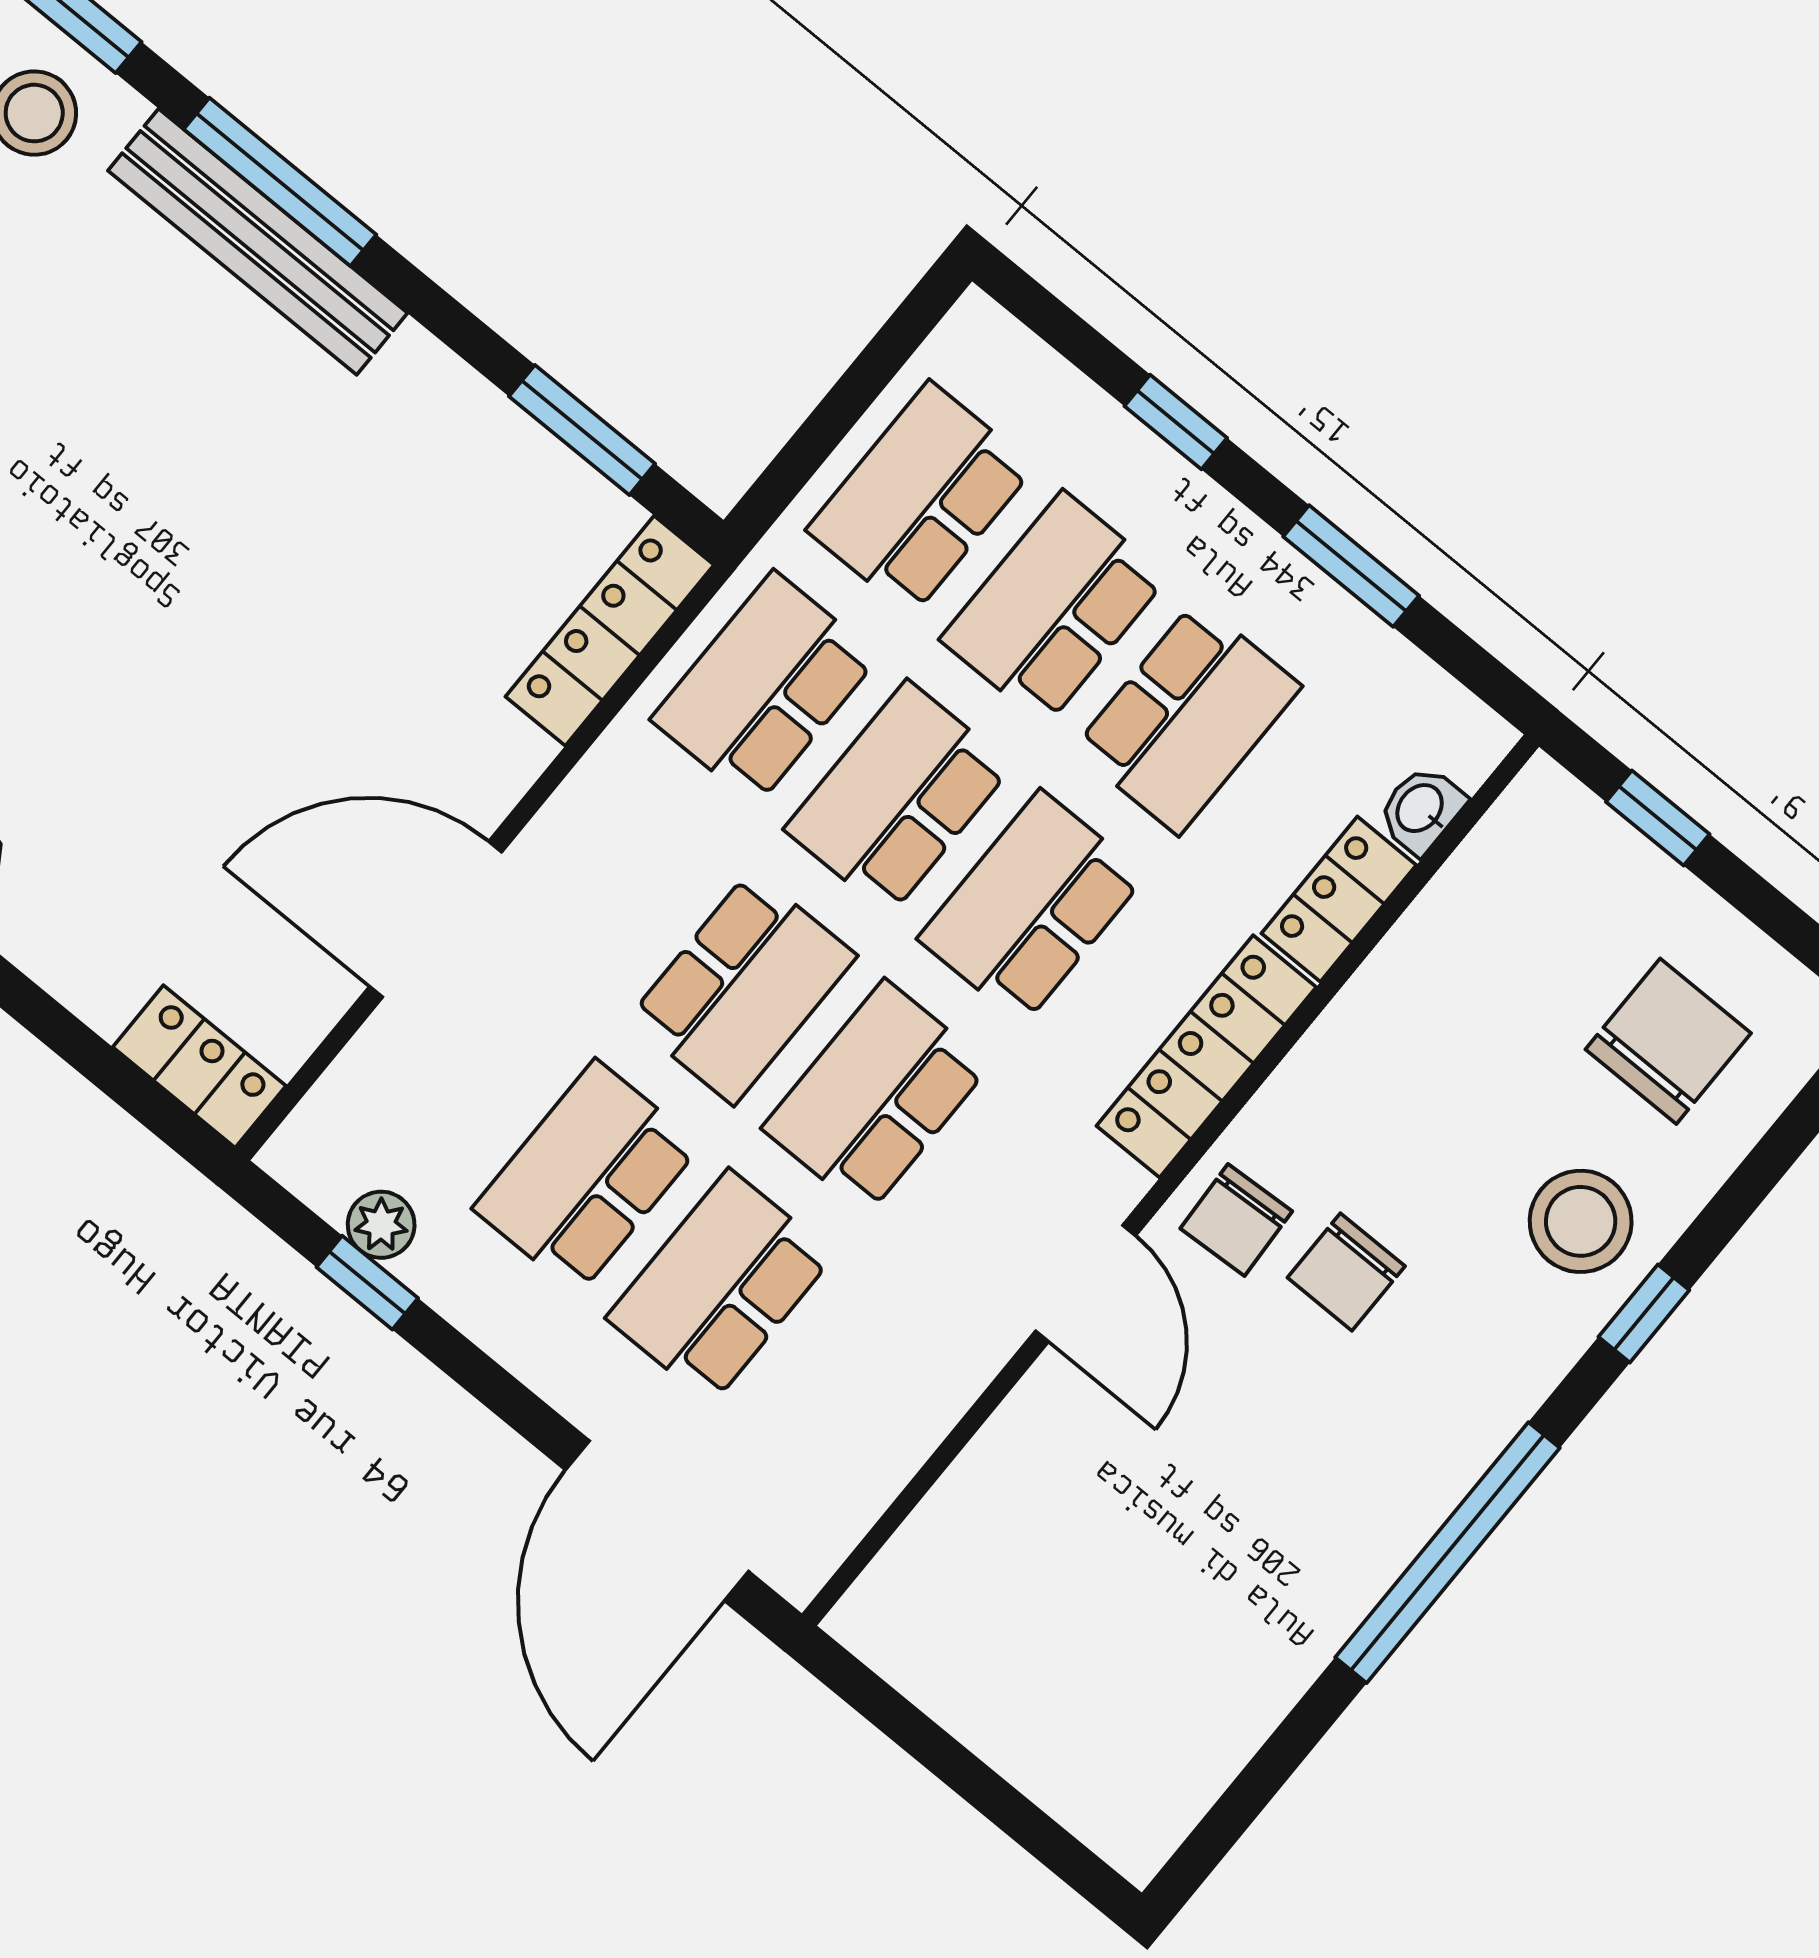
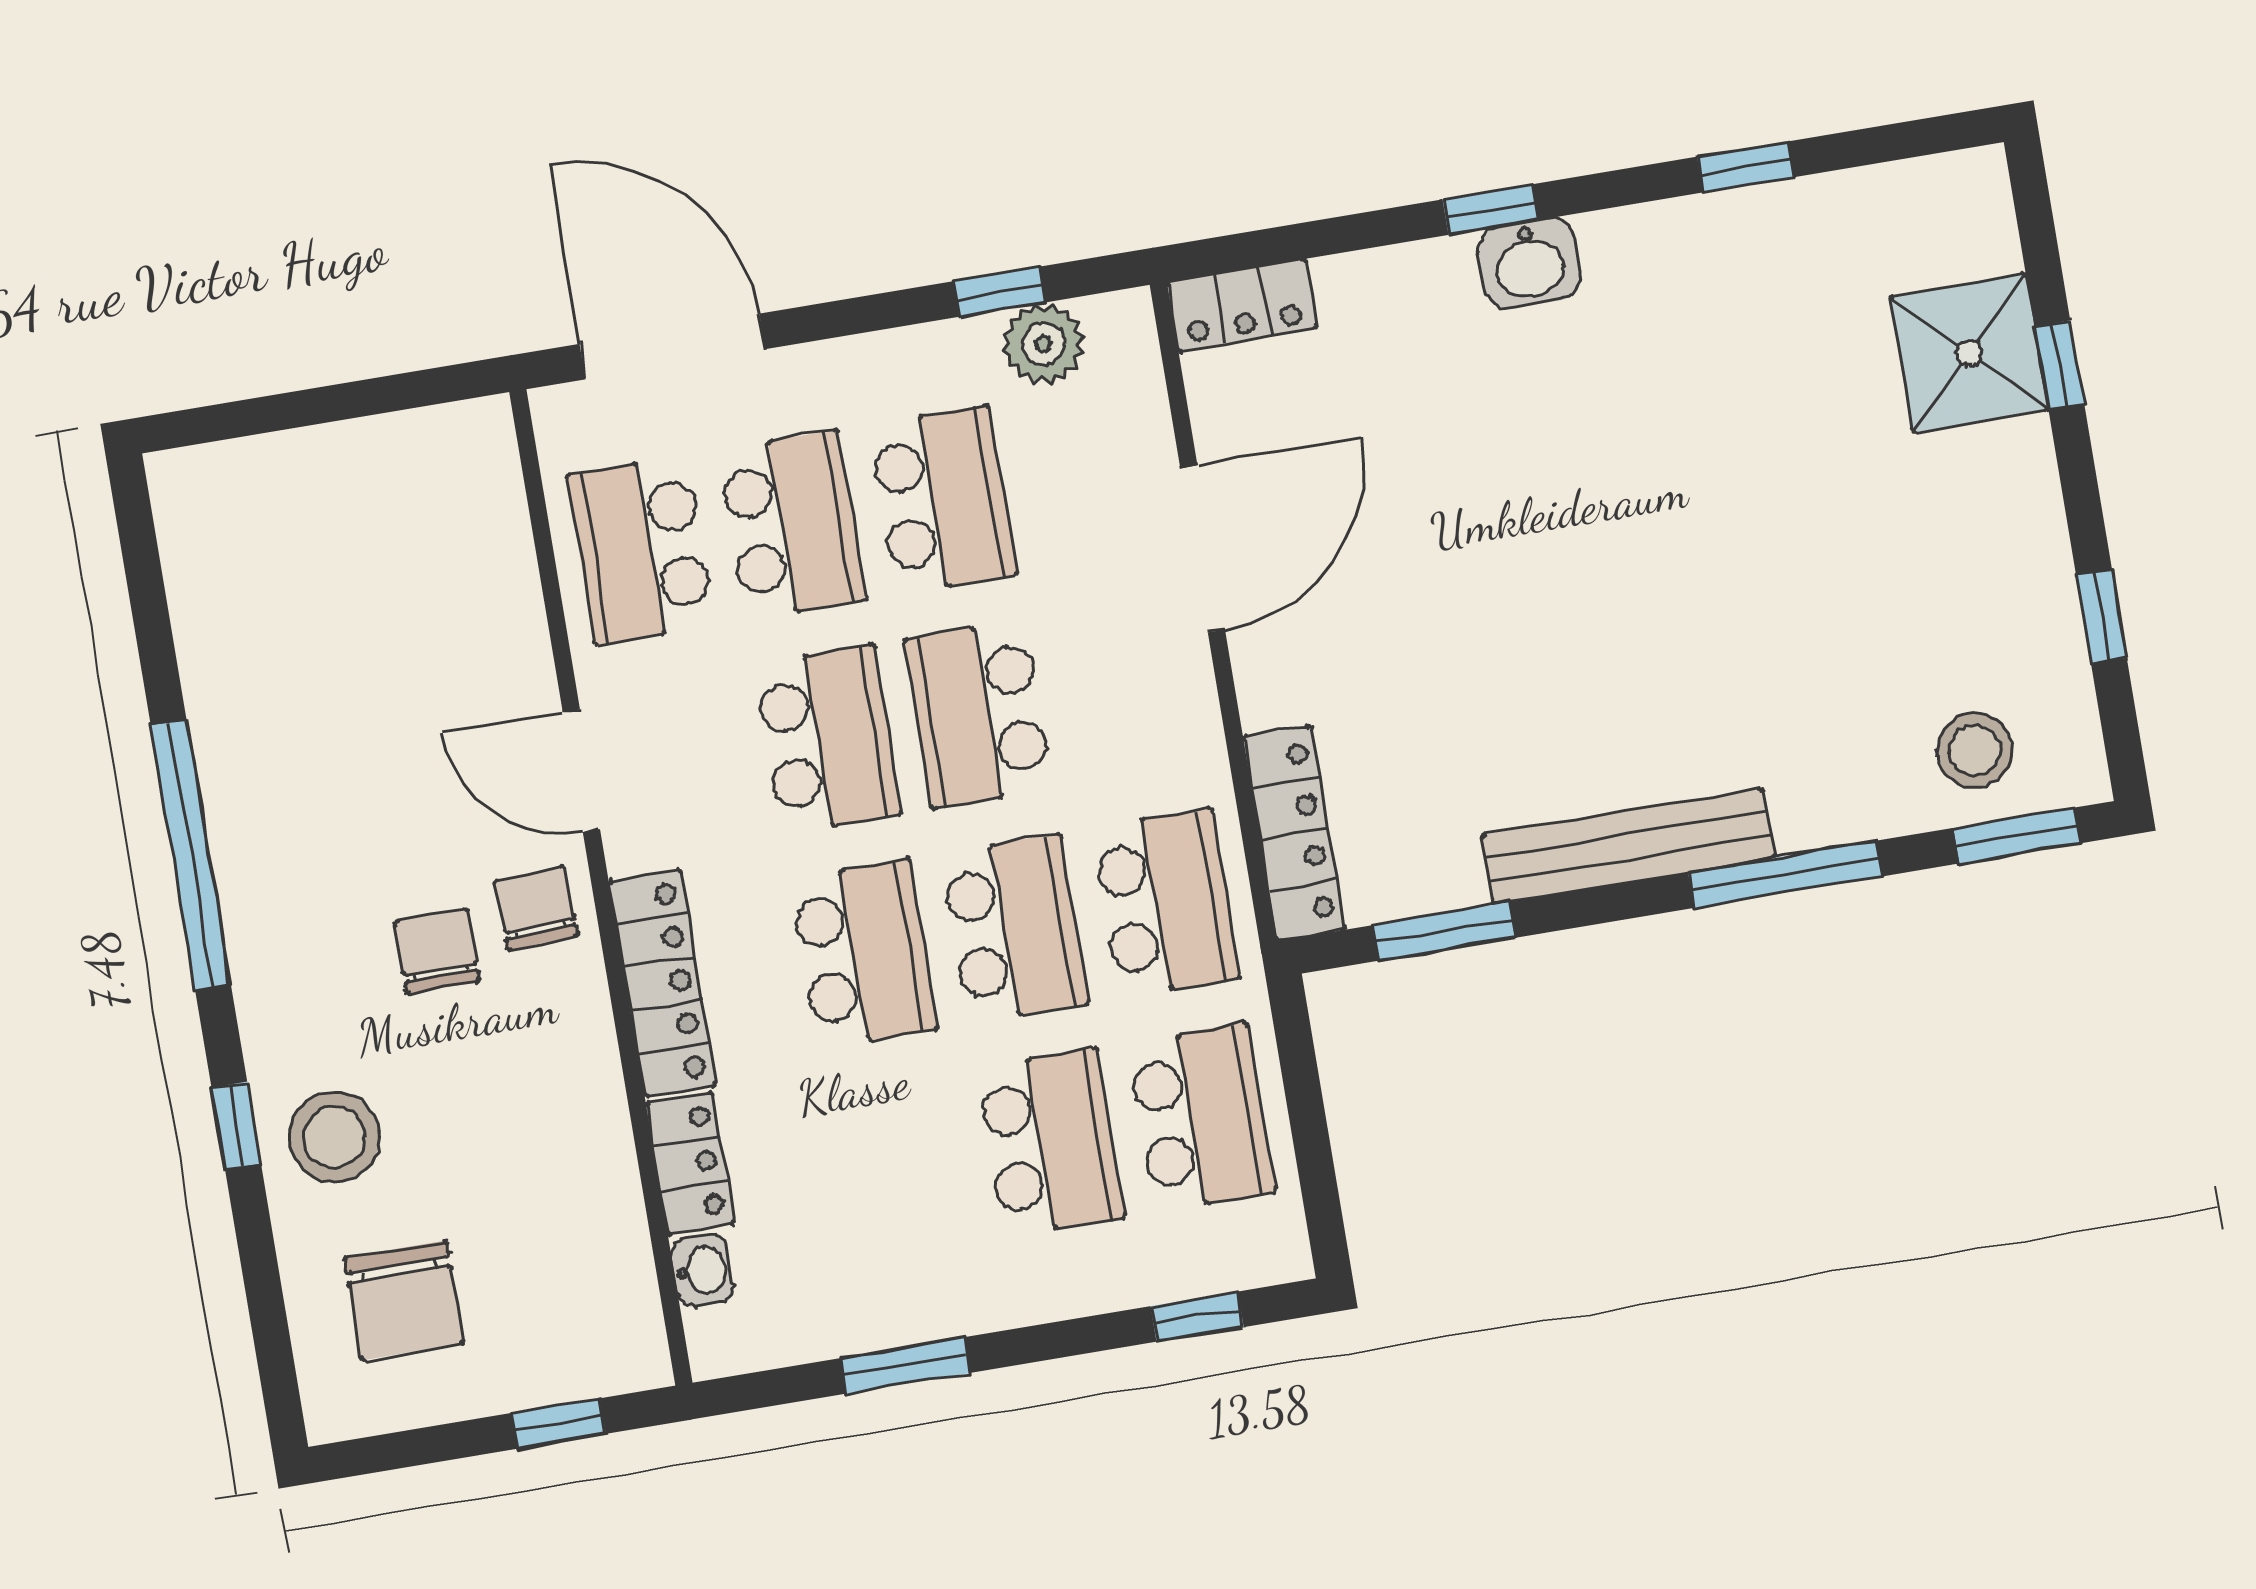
bench: (258, 242) -> (1628, 846), moved
window: (1176, 422) -> (1197, 1317), moved
school desk: (1187, 718) -> (641, 550), moved
plant: (381, 1225) -> (1043, 344), width x1.38, depth x1.38

